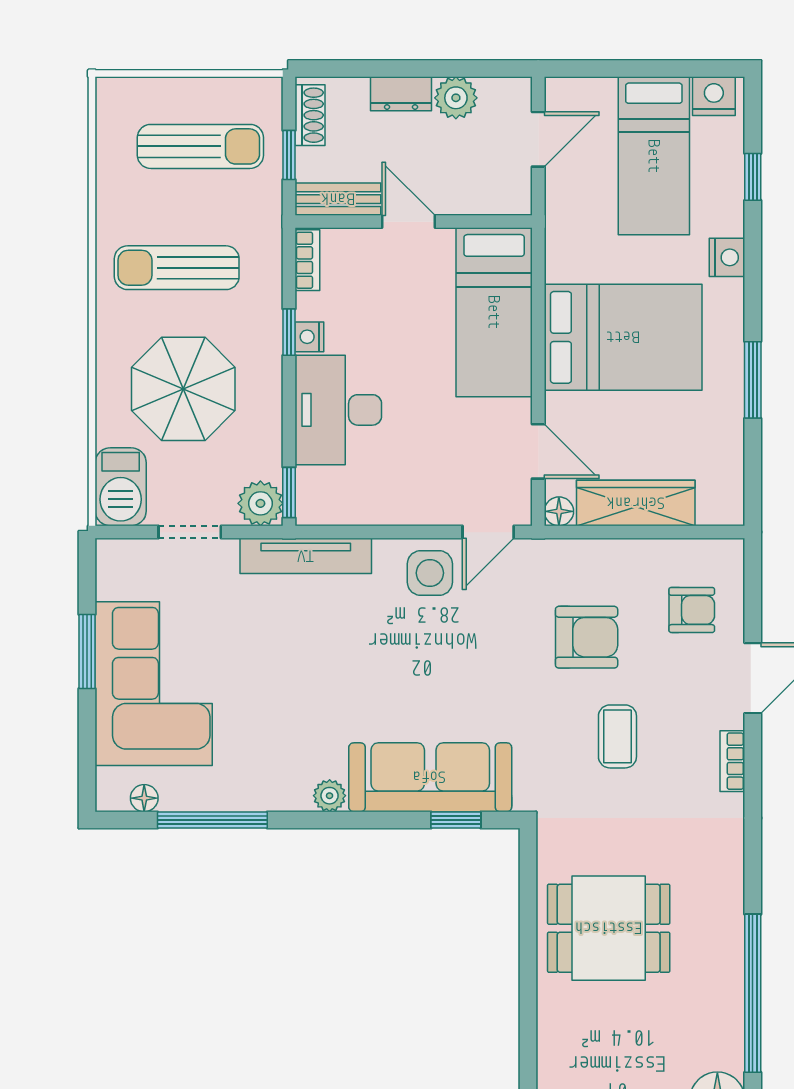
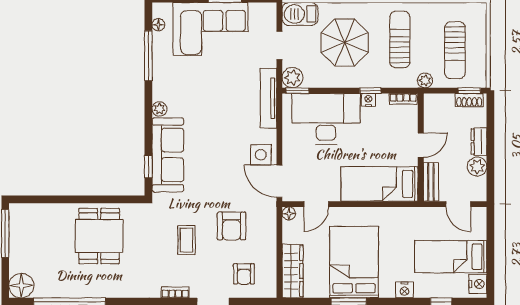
window: (289, 155) -> (469, 91), moved
bench: (338, 199) -> (431, 182), moved
plant: (267, 212) -> (425, 80), added
bed: (623, 337) -> (354, 262), moved, turned 180
desk: (338, 410) -> (326, 119), width x1.36, depth x1.30
wardrobe: (636, 503) -> (293, 271), moved
door: (488, 532) -> (279, 181), width x1.38
coffee table: (617, 736) -> (186, 240), turned 90

